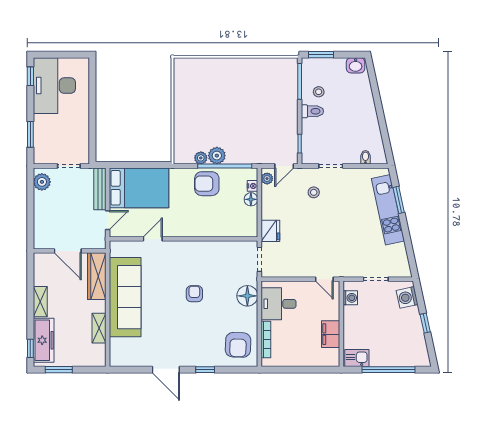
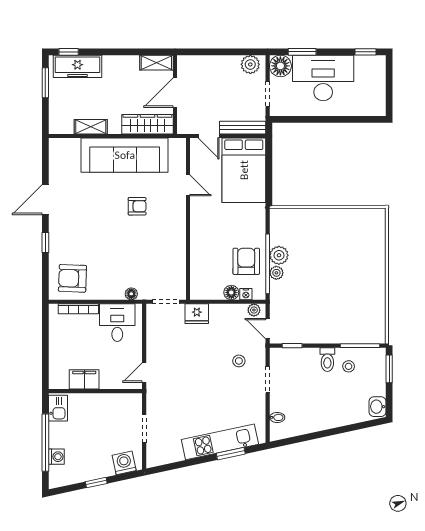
desk: (54, 86) -> (323, 78), moved
floor lamp: (43, 154) -> (280, 66), added
plant: (201, 158) -> (276, 273), moved
armchair: (207, 184) -> (246, 261), moved
armchair: (194, 294) -> (137, 206), moved
floor lamp: (247, 296) -> (131, 294), width x0.53, depth x0.53
washing machine: (350, 298) -> (56, 457), moved, turned -90
shelving: (40, 302) -> (156, 63), moved

